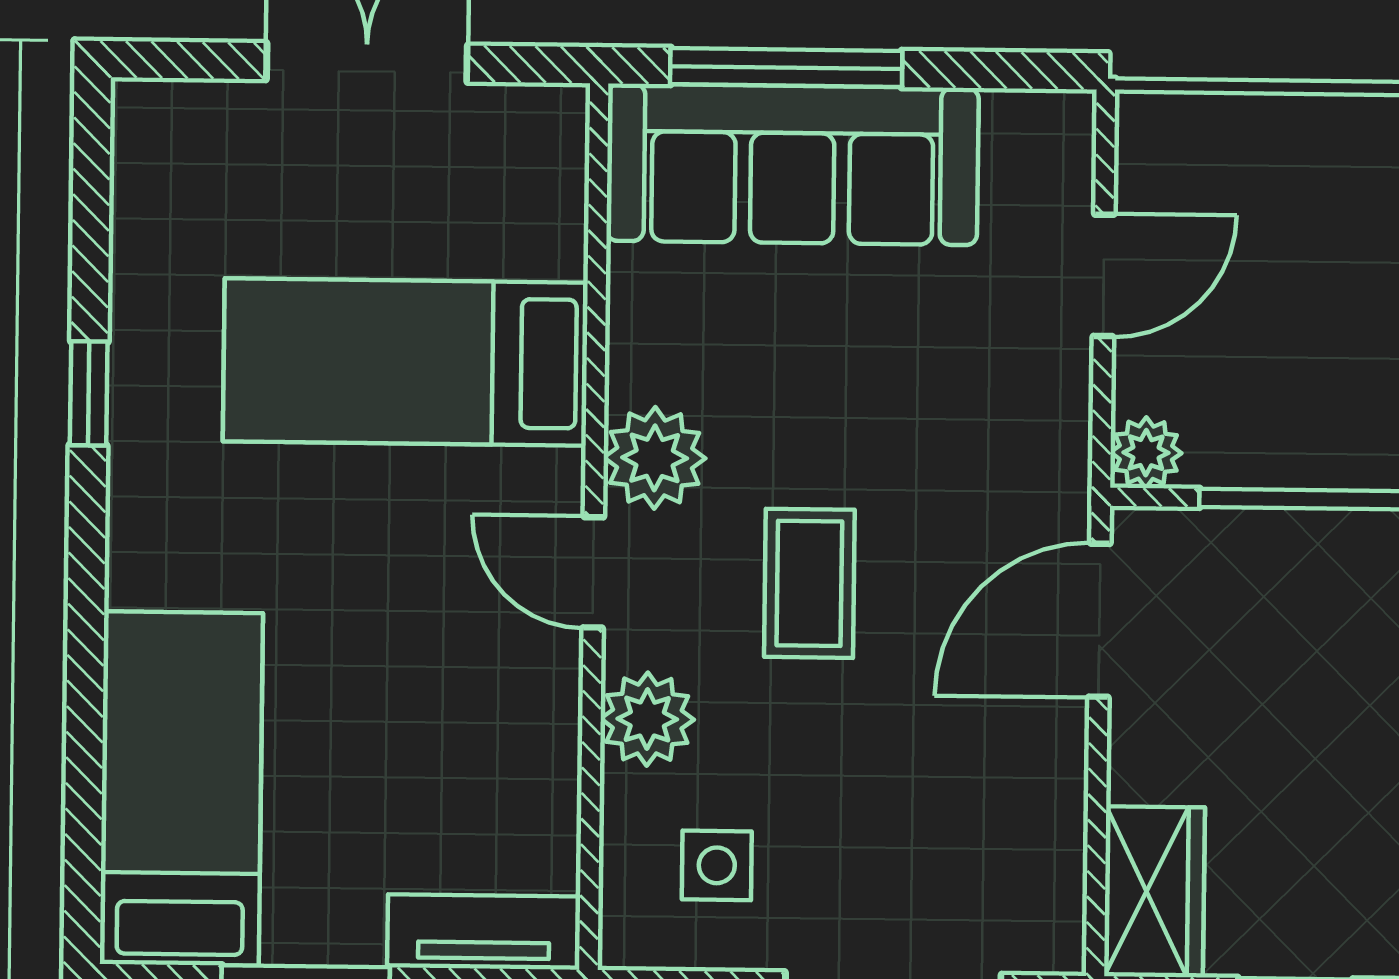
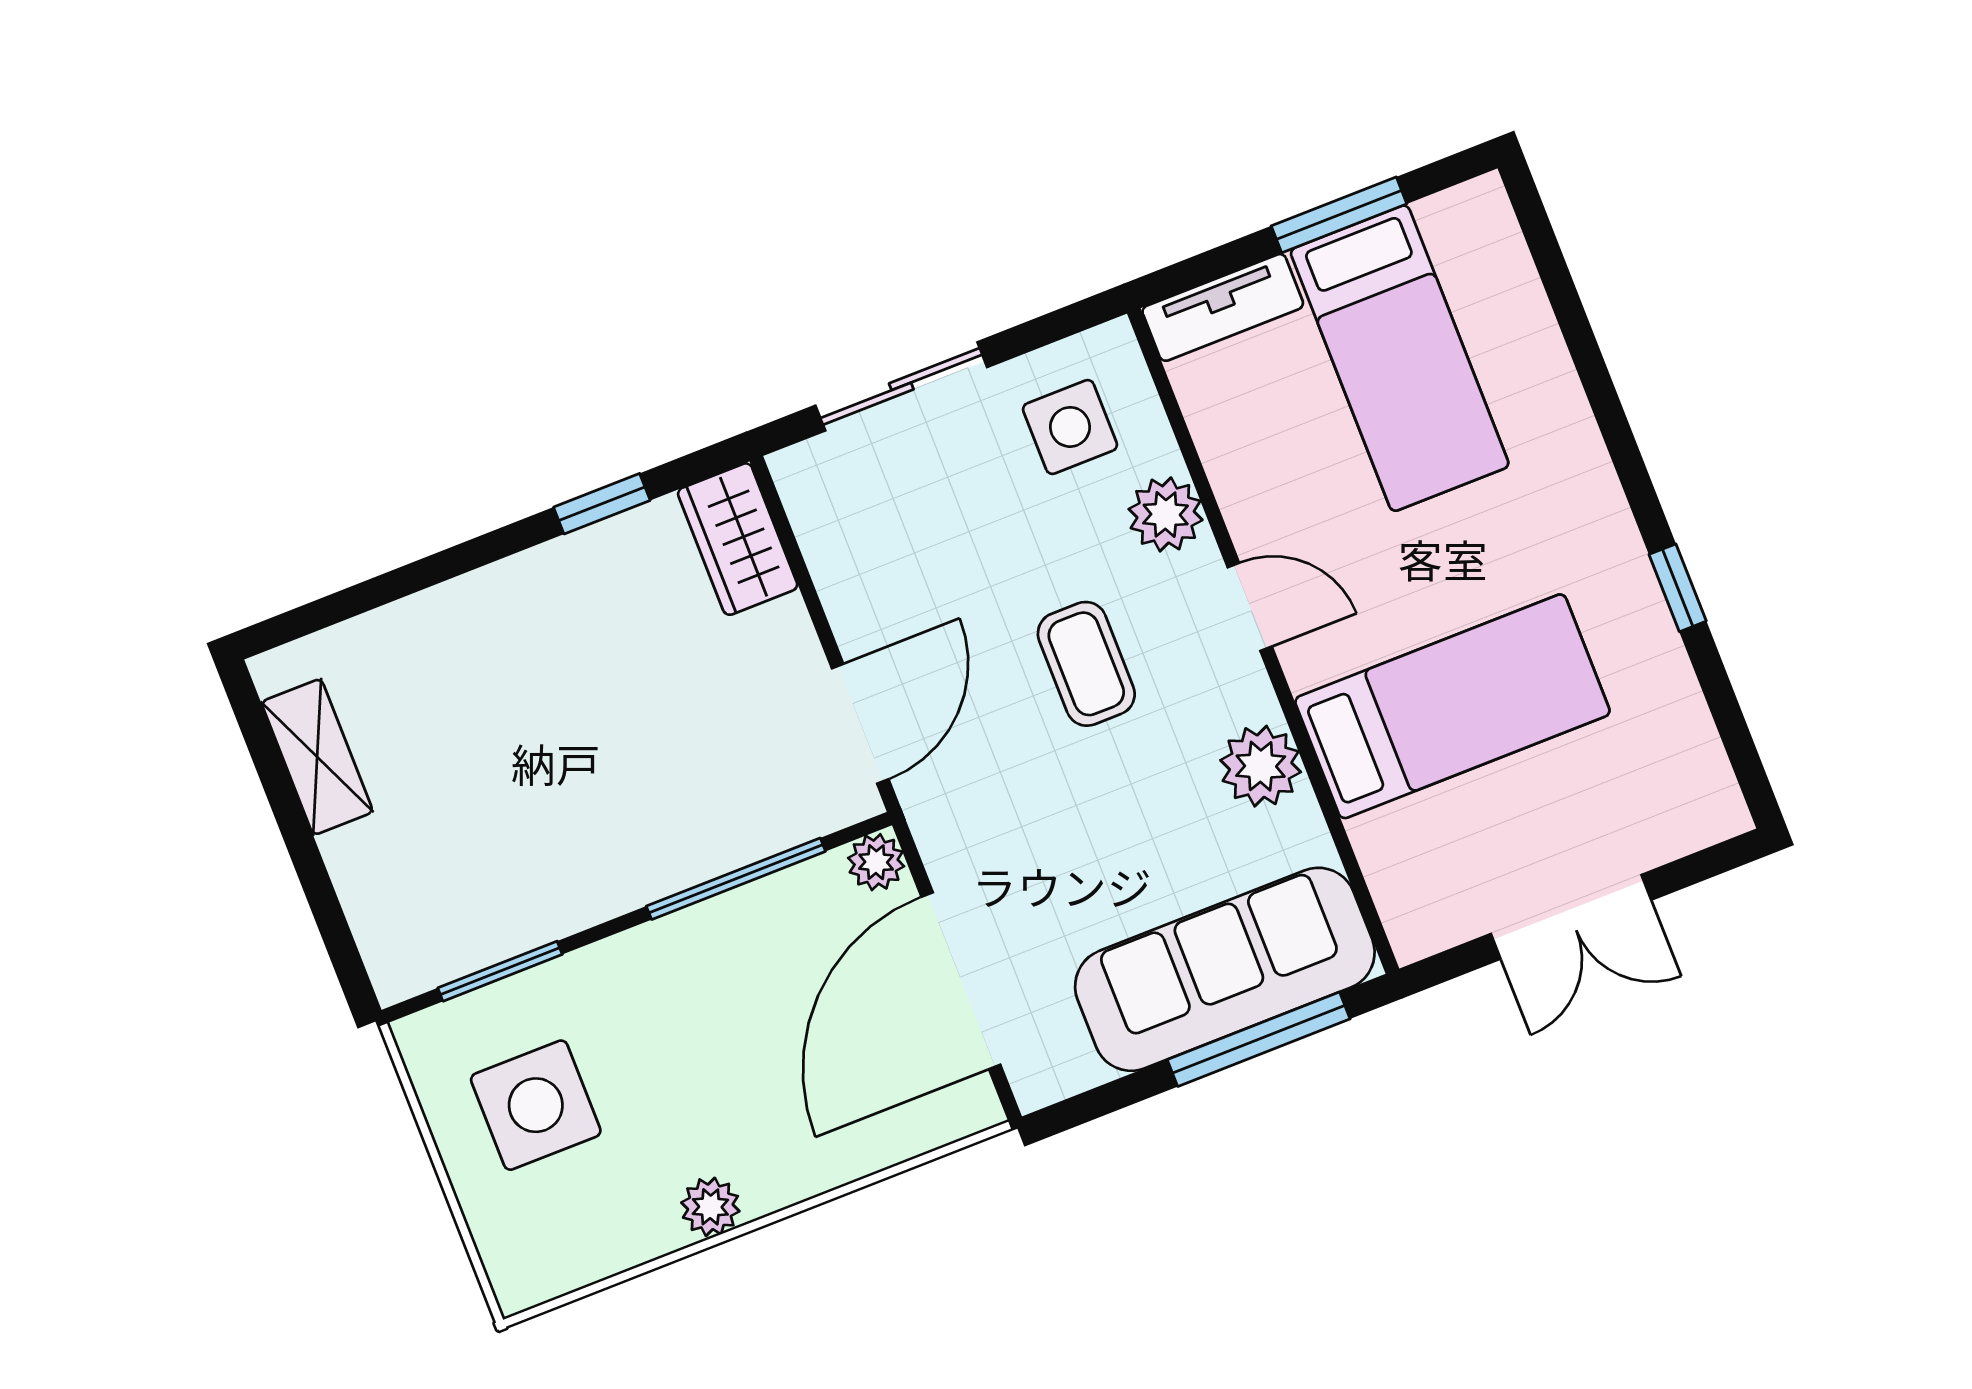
door: (1104, 275) -> (961, 981), width x1.88
plant: (655, 458) -> (1261, 766), moved
bed: (181, 789) -> (1400, 358), moved
side table: (717, 865) -> (1070, 427), width x1.37, depth x1.37

